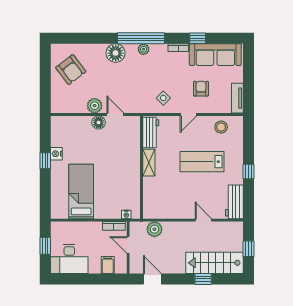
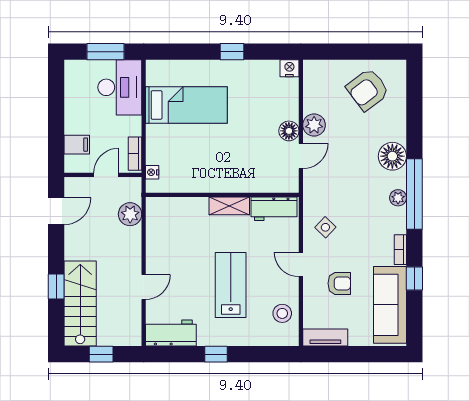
nightstand: (56, 154) -> (289, 68), moved
window: (45, 246) -> (105, 52), width x1.50
desk: (69, 259) -> (120, 87), moved, turned 180

